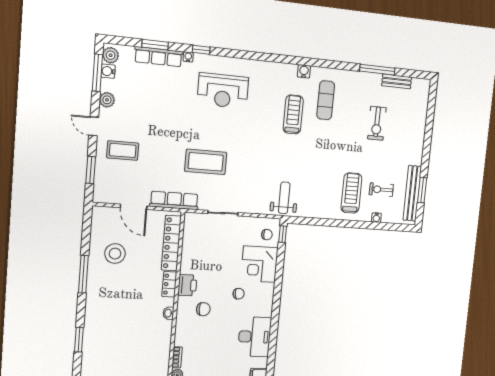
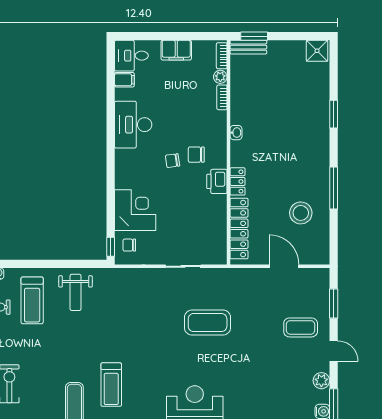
weight bench: (284, 198) -> (76, 292), moved
row of seats: (174, 200) -> (240, 277), removed
chair: (239, 294) -> (172, 161), moved
washbasin: (168, 313) -> (236, 133), moved

